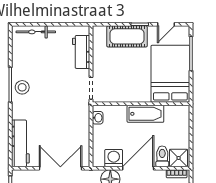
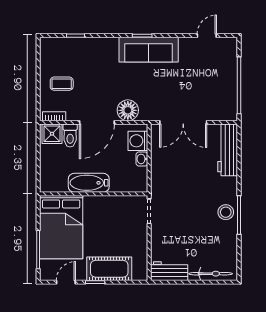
workbench: (81, 52) -> (169, 271), moved, turned -90
washbasin: (98, 118) -> (142, 159), moved
washing machine: (114, 158) -> (138, 141), moved, turned 90

